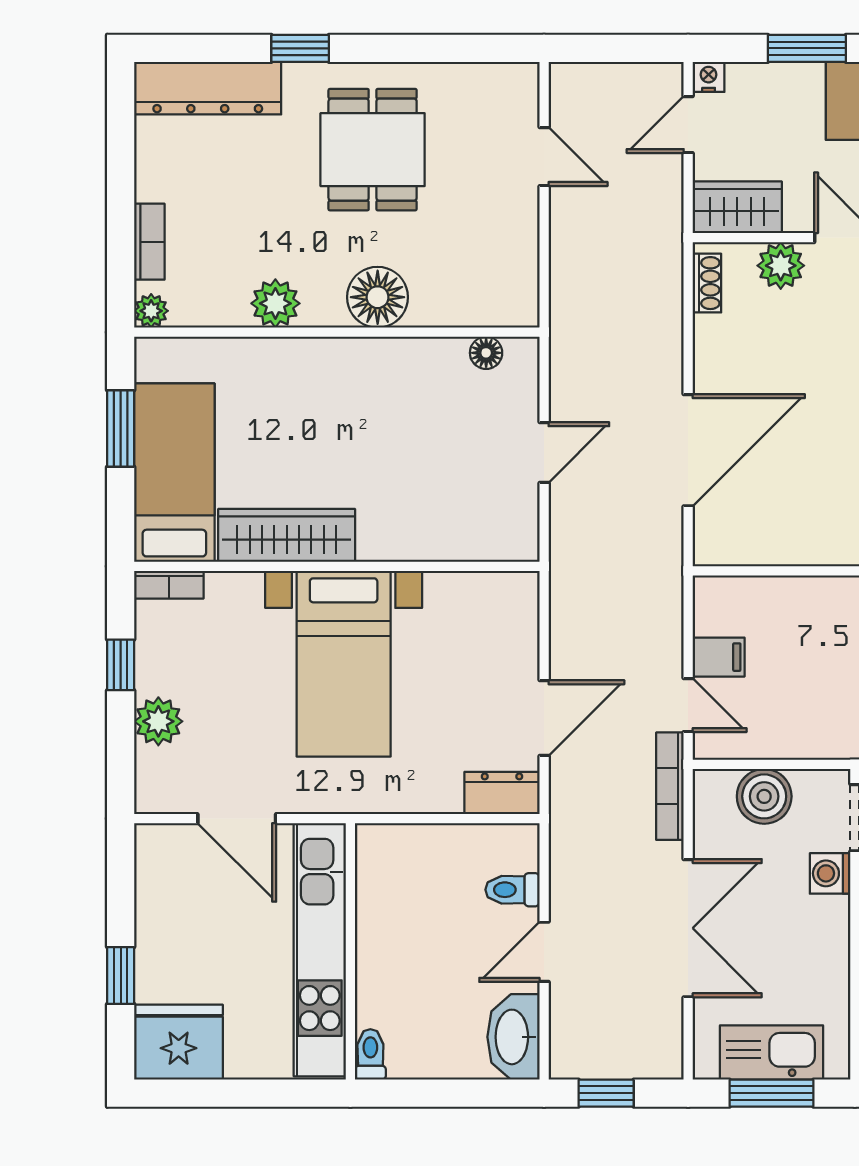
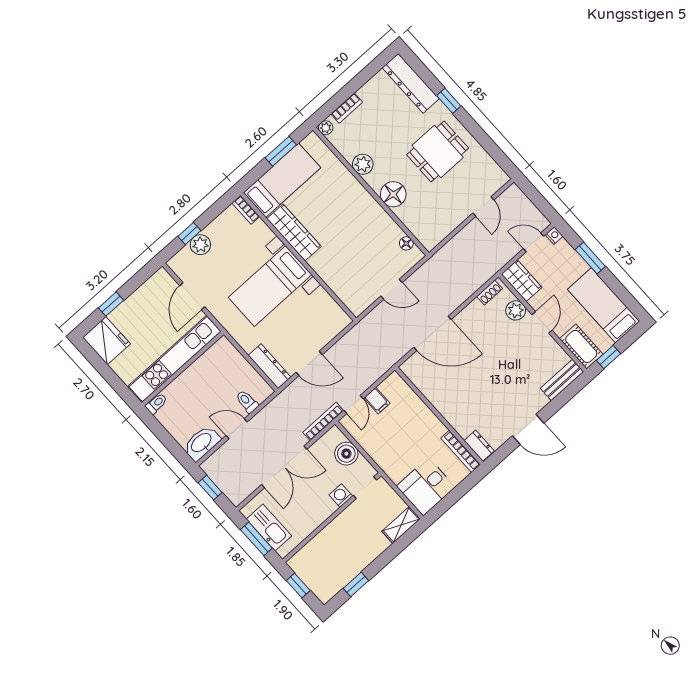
window: (121, 665) -> (189, 233), moved
dresser: (502, 793) -> (270, 366), width x1.44

